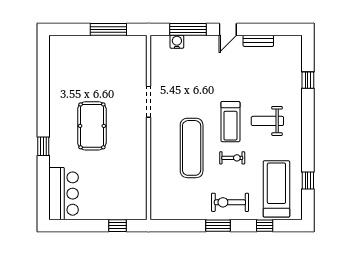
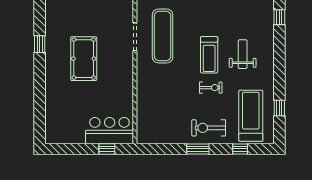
weight bench: (267, 121) -> (243, 54), turned 90
window: (43, 146) -> (40, 44), moved
exercise mat: (192, 148) -> (163, 36), moved
bar counter: (64, 194) -> (110, 131), moved, turned -90

